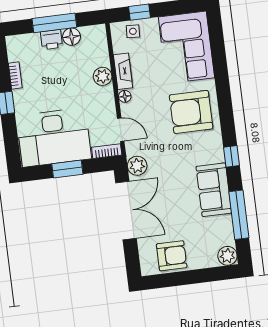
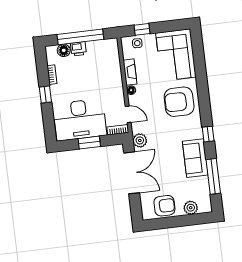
window: (54, 23) -> (80, 37), width x1.46
floor lamp: (72, 37) -> (64, 50), moved
plant: (103, 76) -> (115, 76), removed
plant: (227, 256) -> (191, 208), moved

